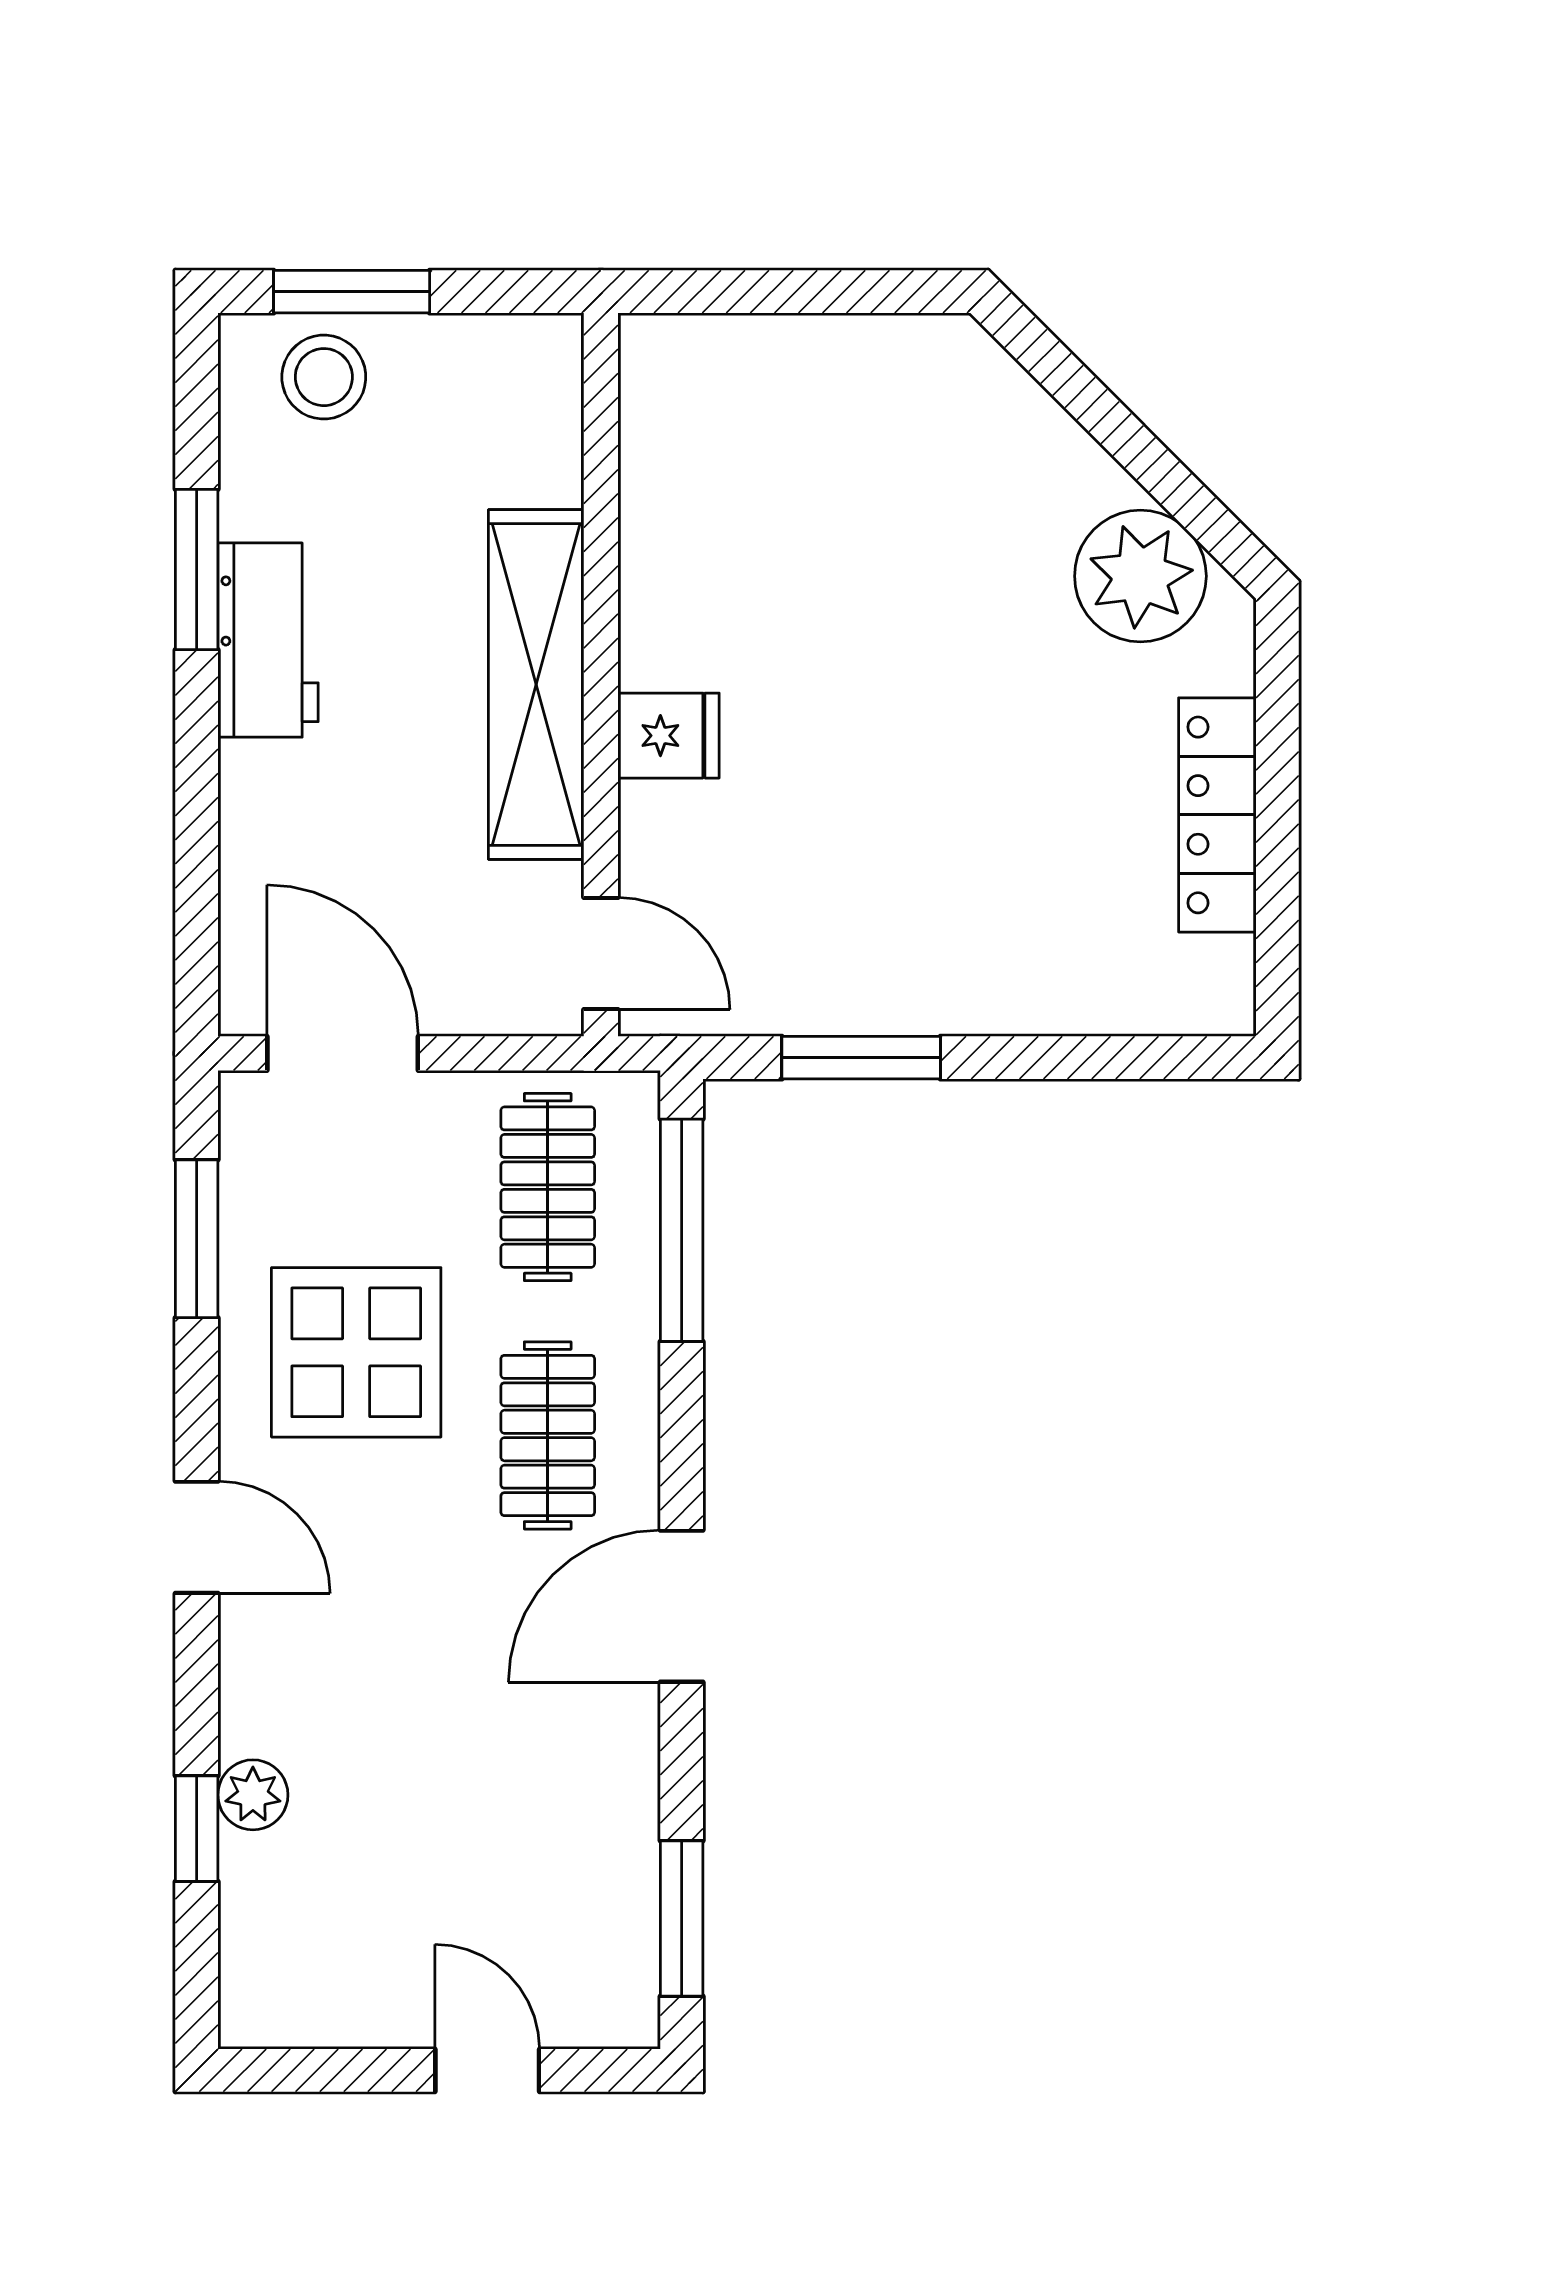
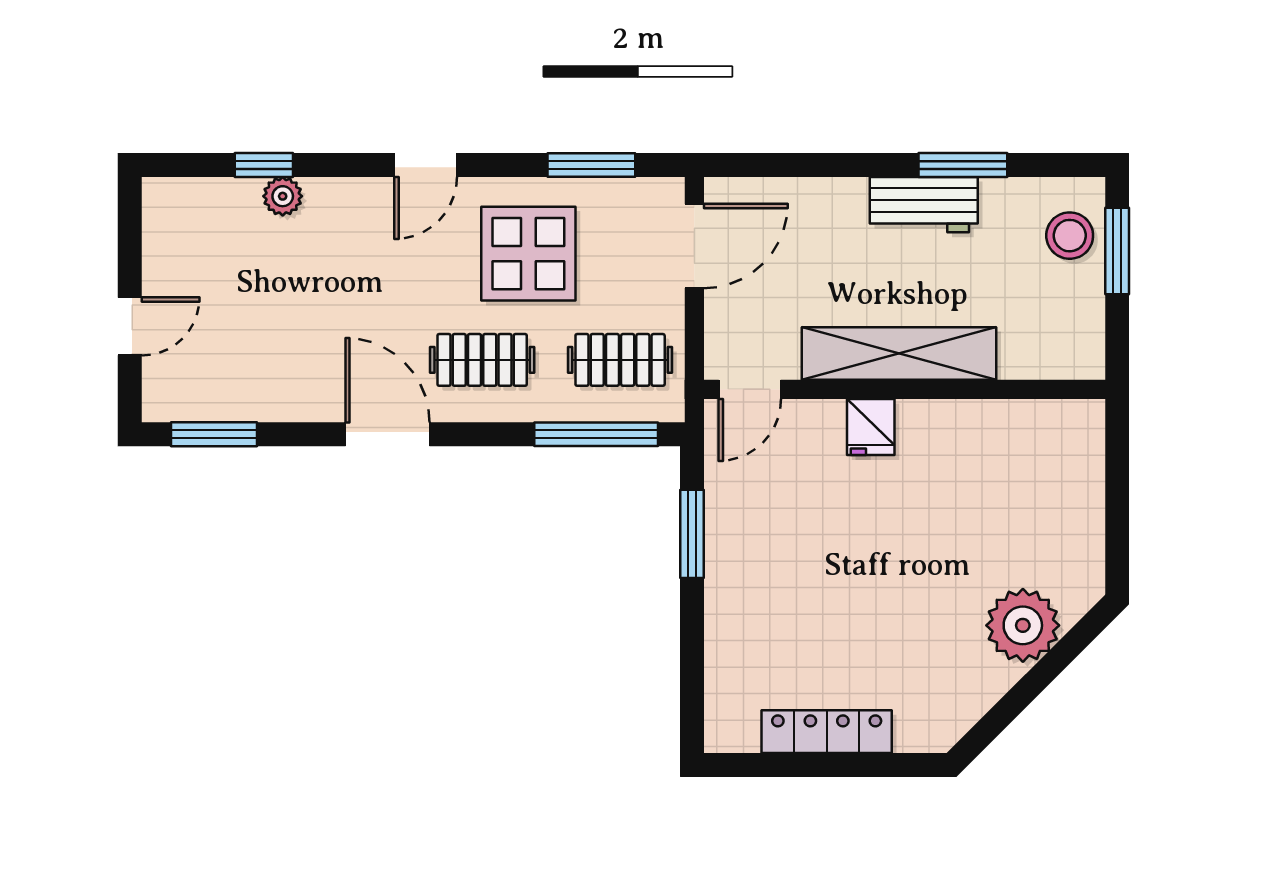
plant: (1140, 576) -> (1023, 625), moved

